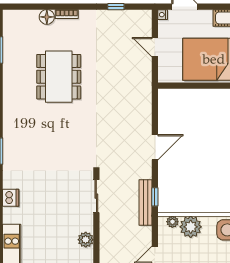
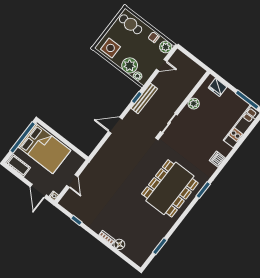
dining table: (59, 77) -> (170, 188), moved, width x1.36, depth x1.24

